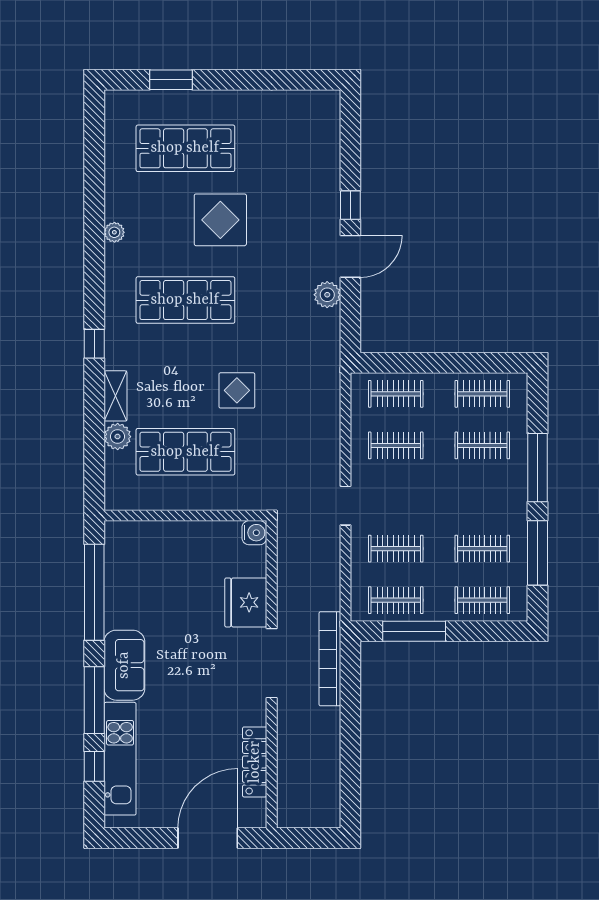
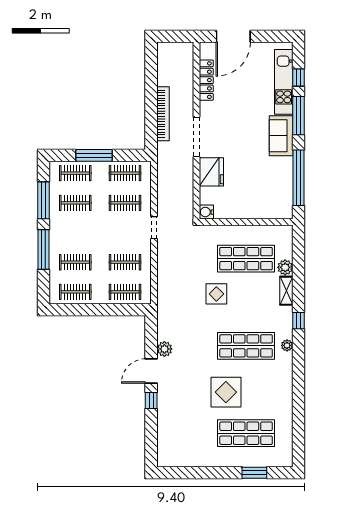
plant: (114, 232) -> (287, 345), moved
window: (414, 631) -> (94, 155), moved
bookcase: (330, 659) -> (163, 114), moved

